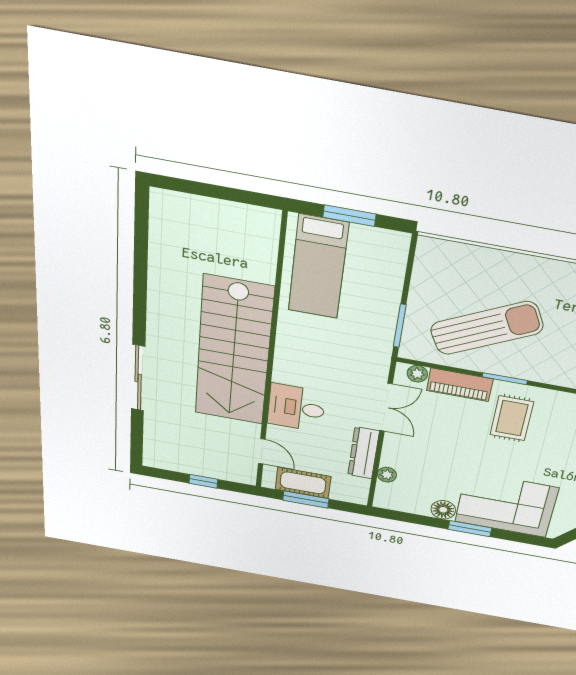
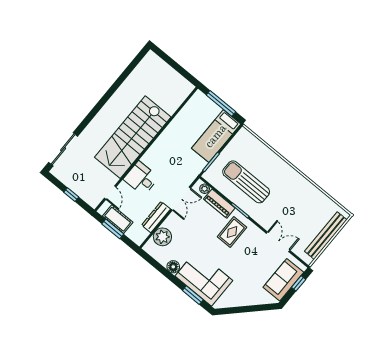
window: (349, 216) -> (221, 103), width x1.44
bed: (318, 267) -> (216, 136), moved
sun lounger: (487, 328) -> (246, 182), turned -153
sliding door: (138, 378) -> (63, 149), moved
plant: (387, 475) -> (162, 237), width x1.88, depth x1.88
window: (470, 529) -> (193, 295), moved

